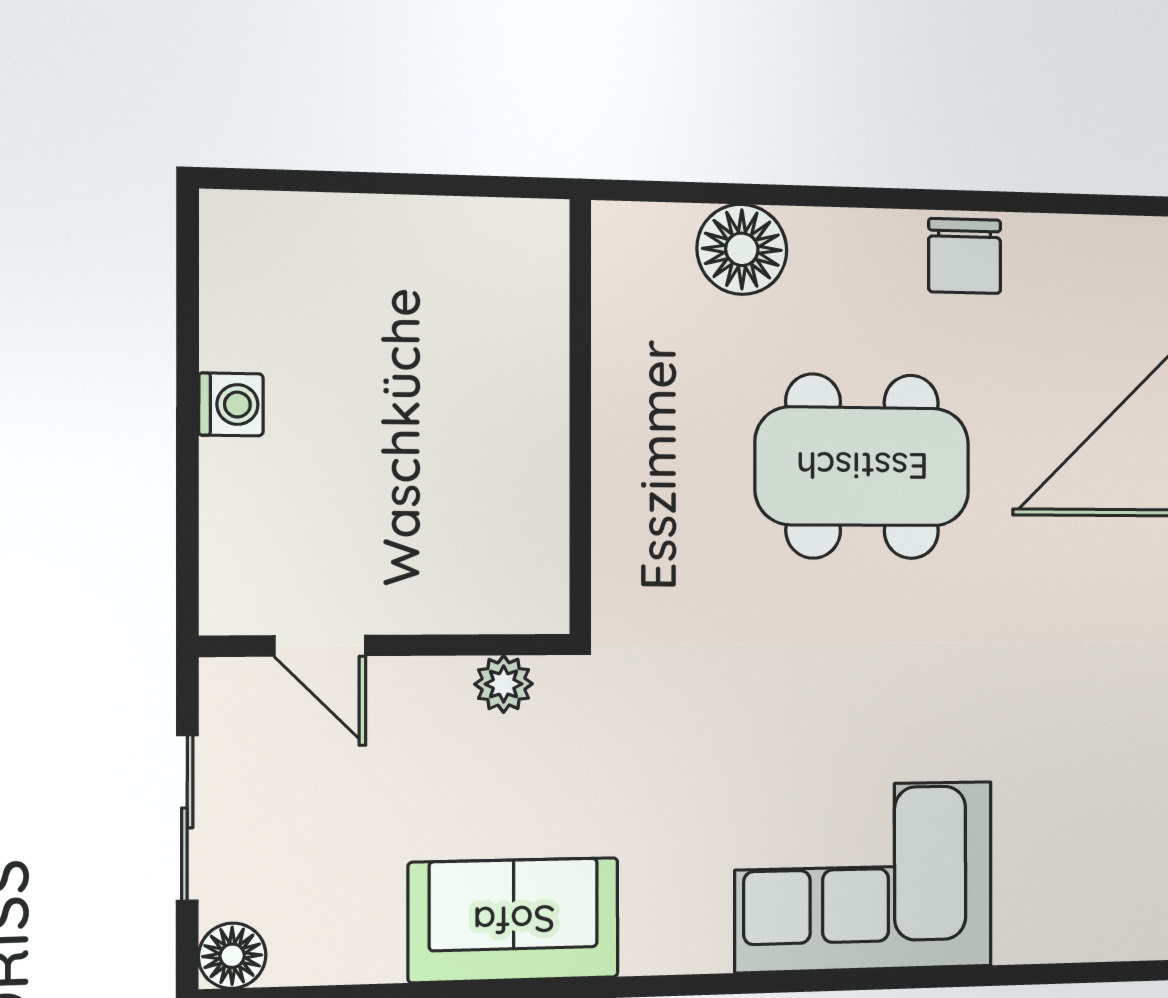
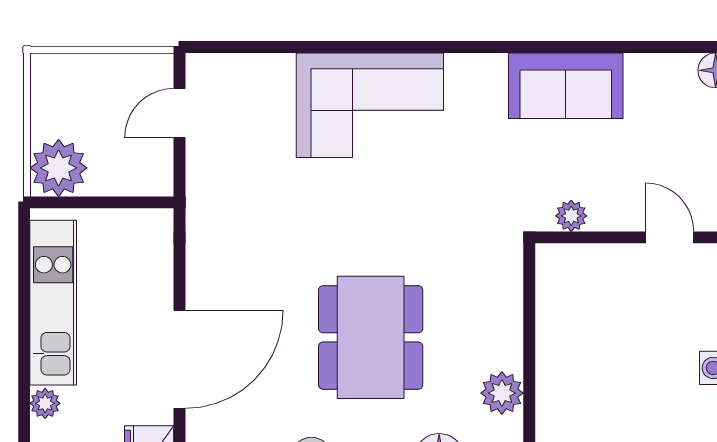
plant: (630, 365) -> (502, 393), added
dining table: (862, 466) -> (371, 337), turned 90

